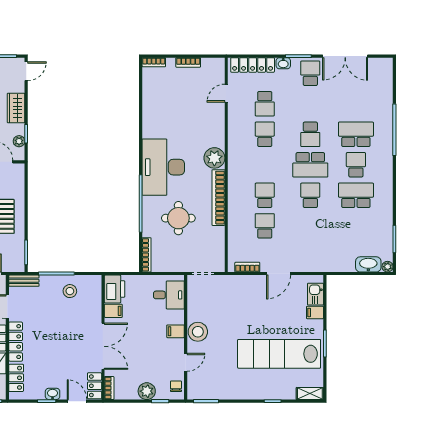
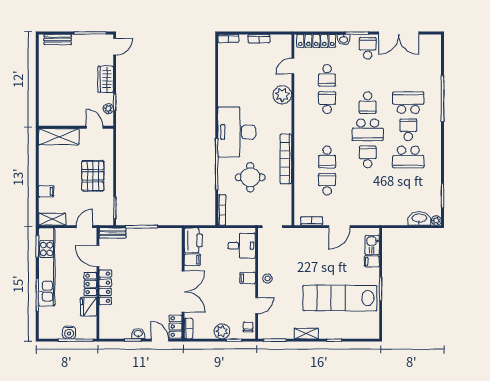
plant: (214, 158) -> (282, 95), moved
school desk: (265, 195) -> (327, 157), turned 180
school desk: (356, 195) -> (408, 157), turned 180
stool: (70, 291) -> (154, 242), removed
stool: (198, 332) -> (268, 278), width x0.53, depth x0.53
locker: (16, 378) -> (106, 319), removed
shelving: (310, 394) -> (306, 333), moved

